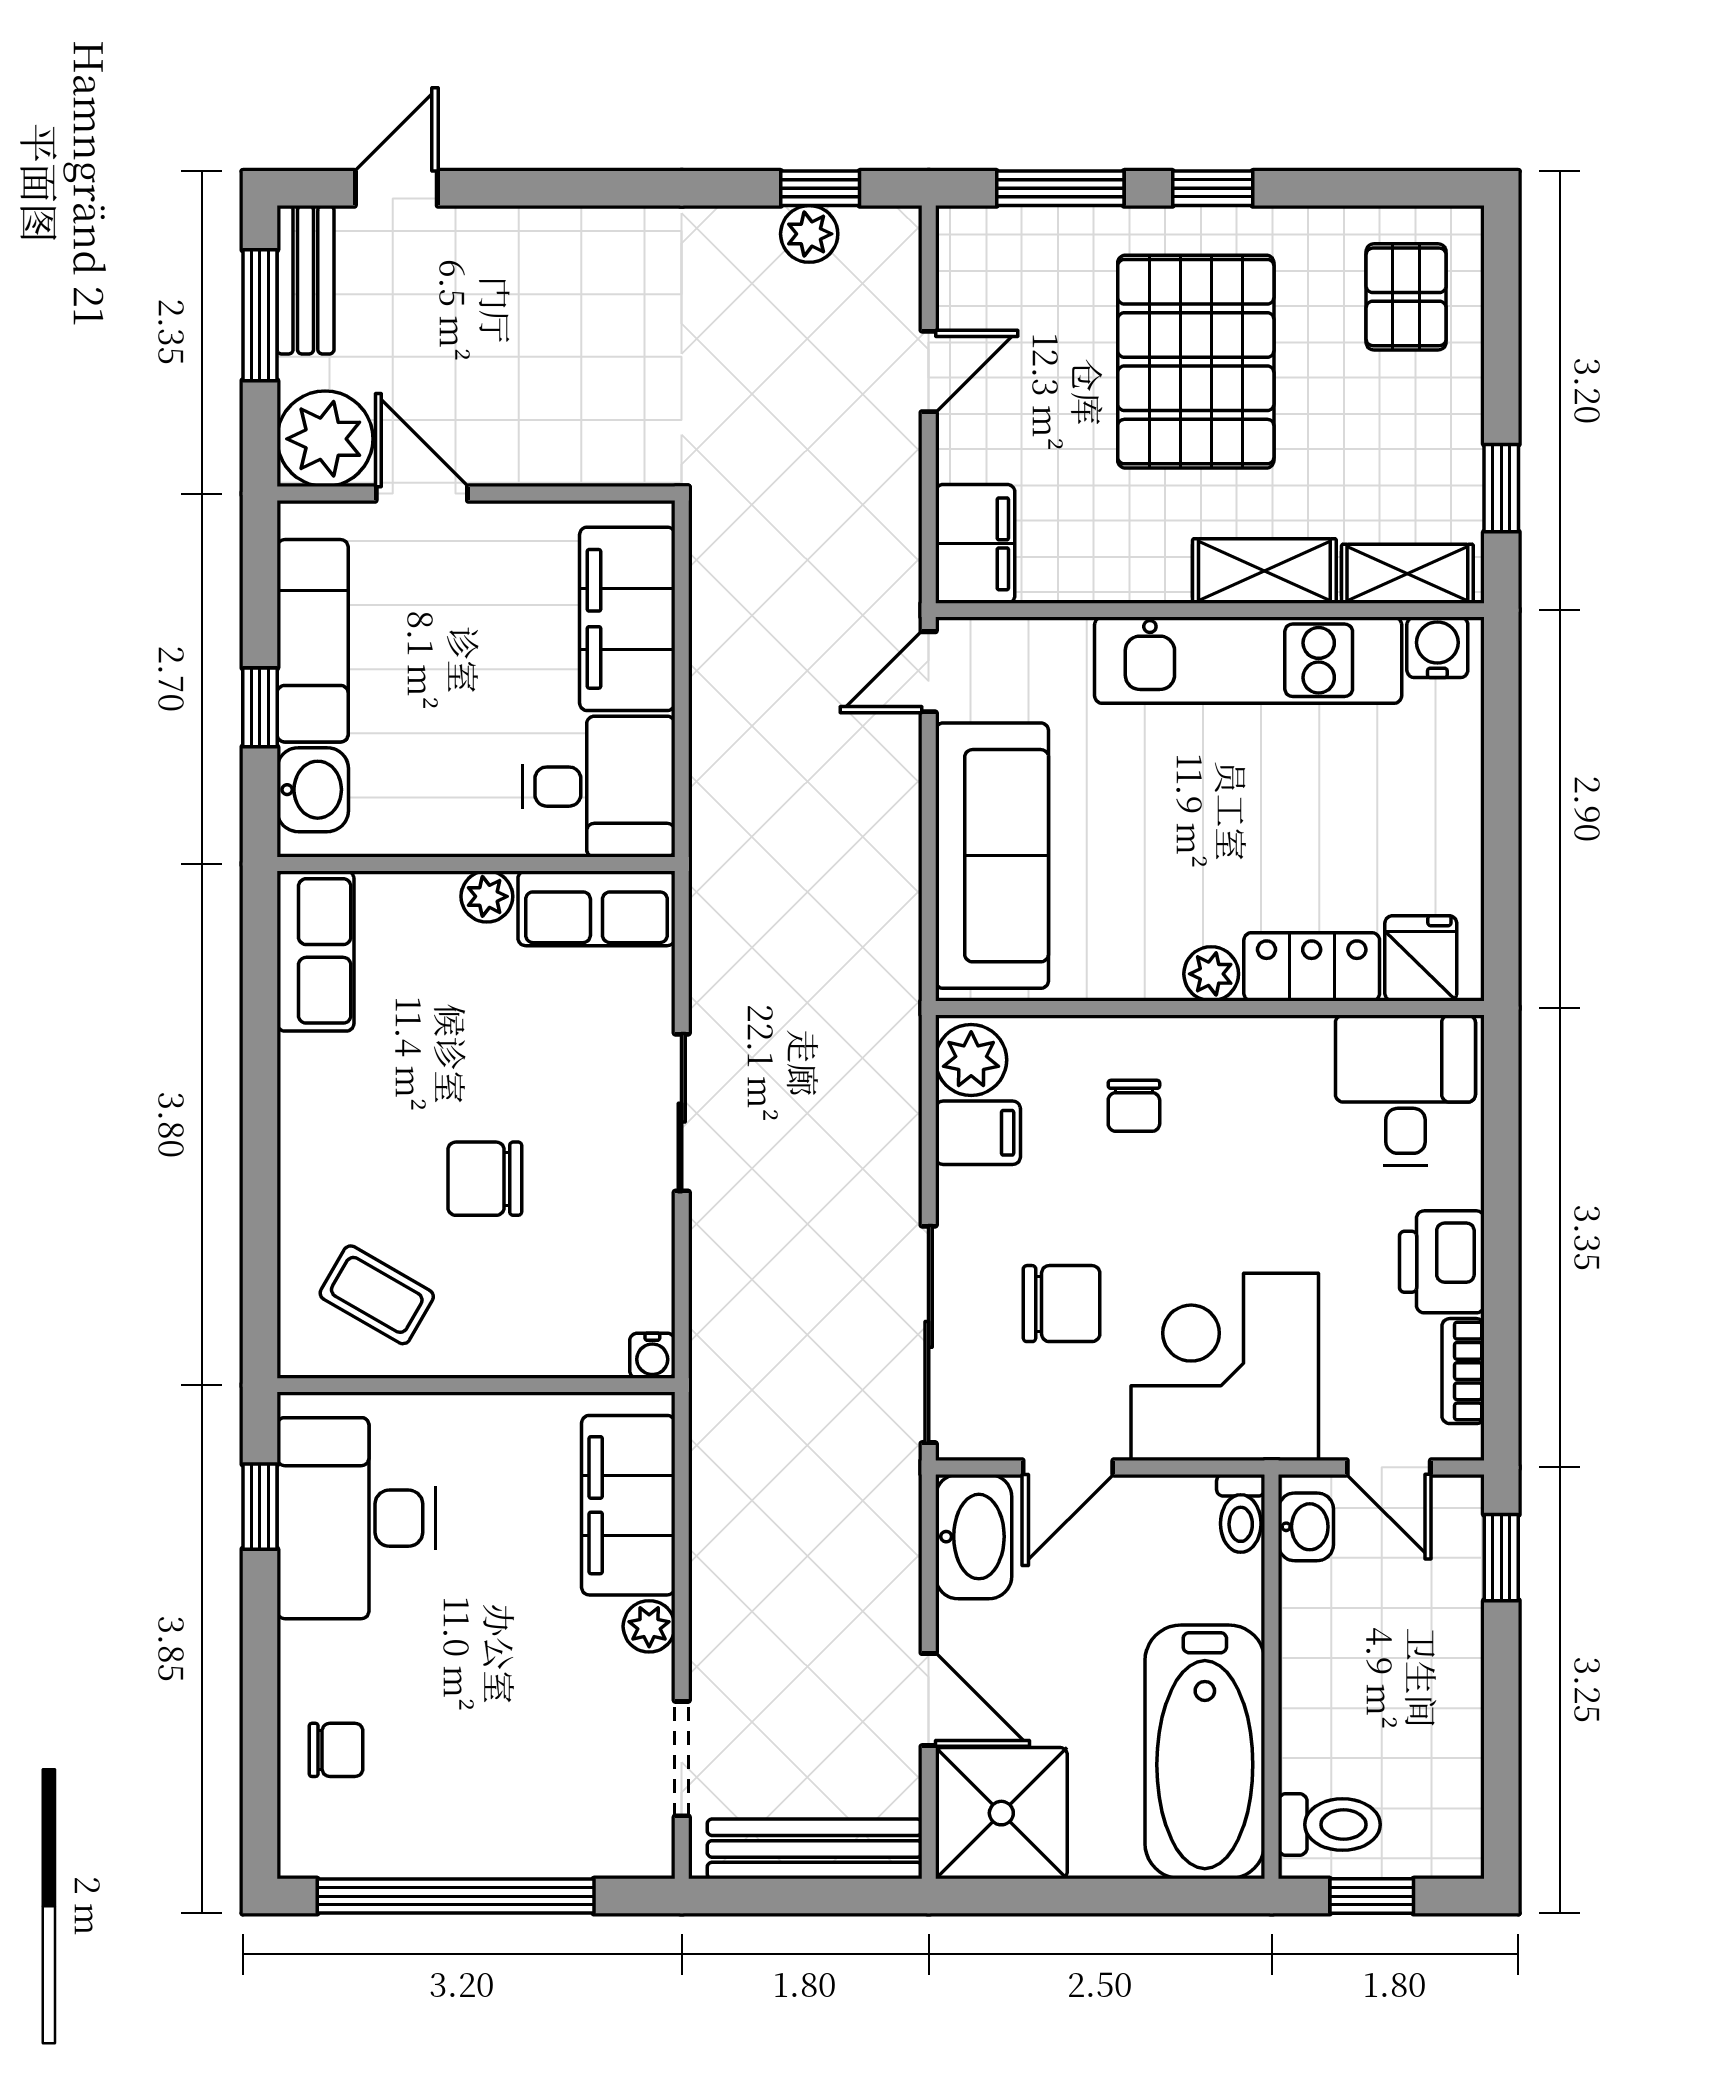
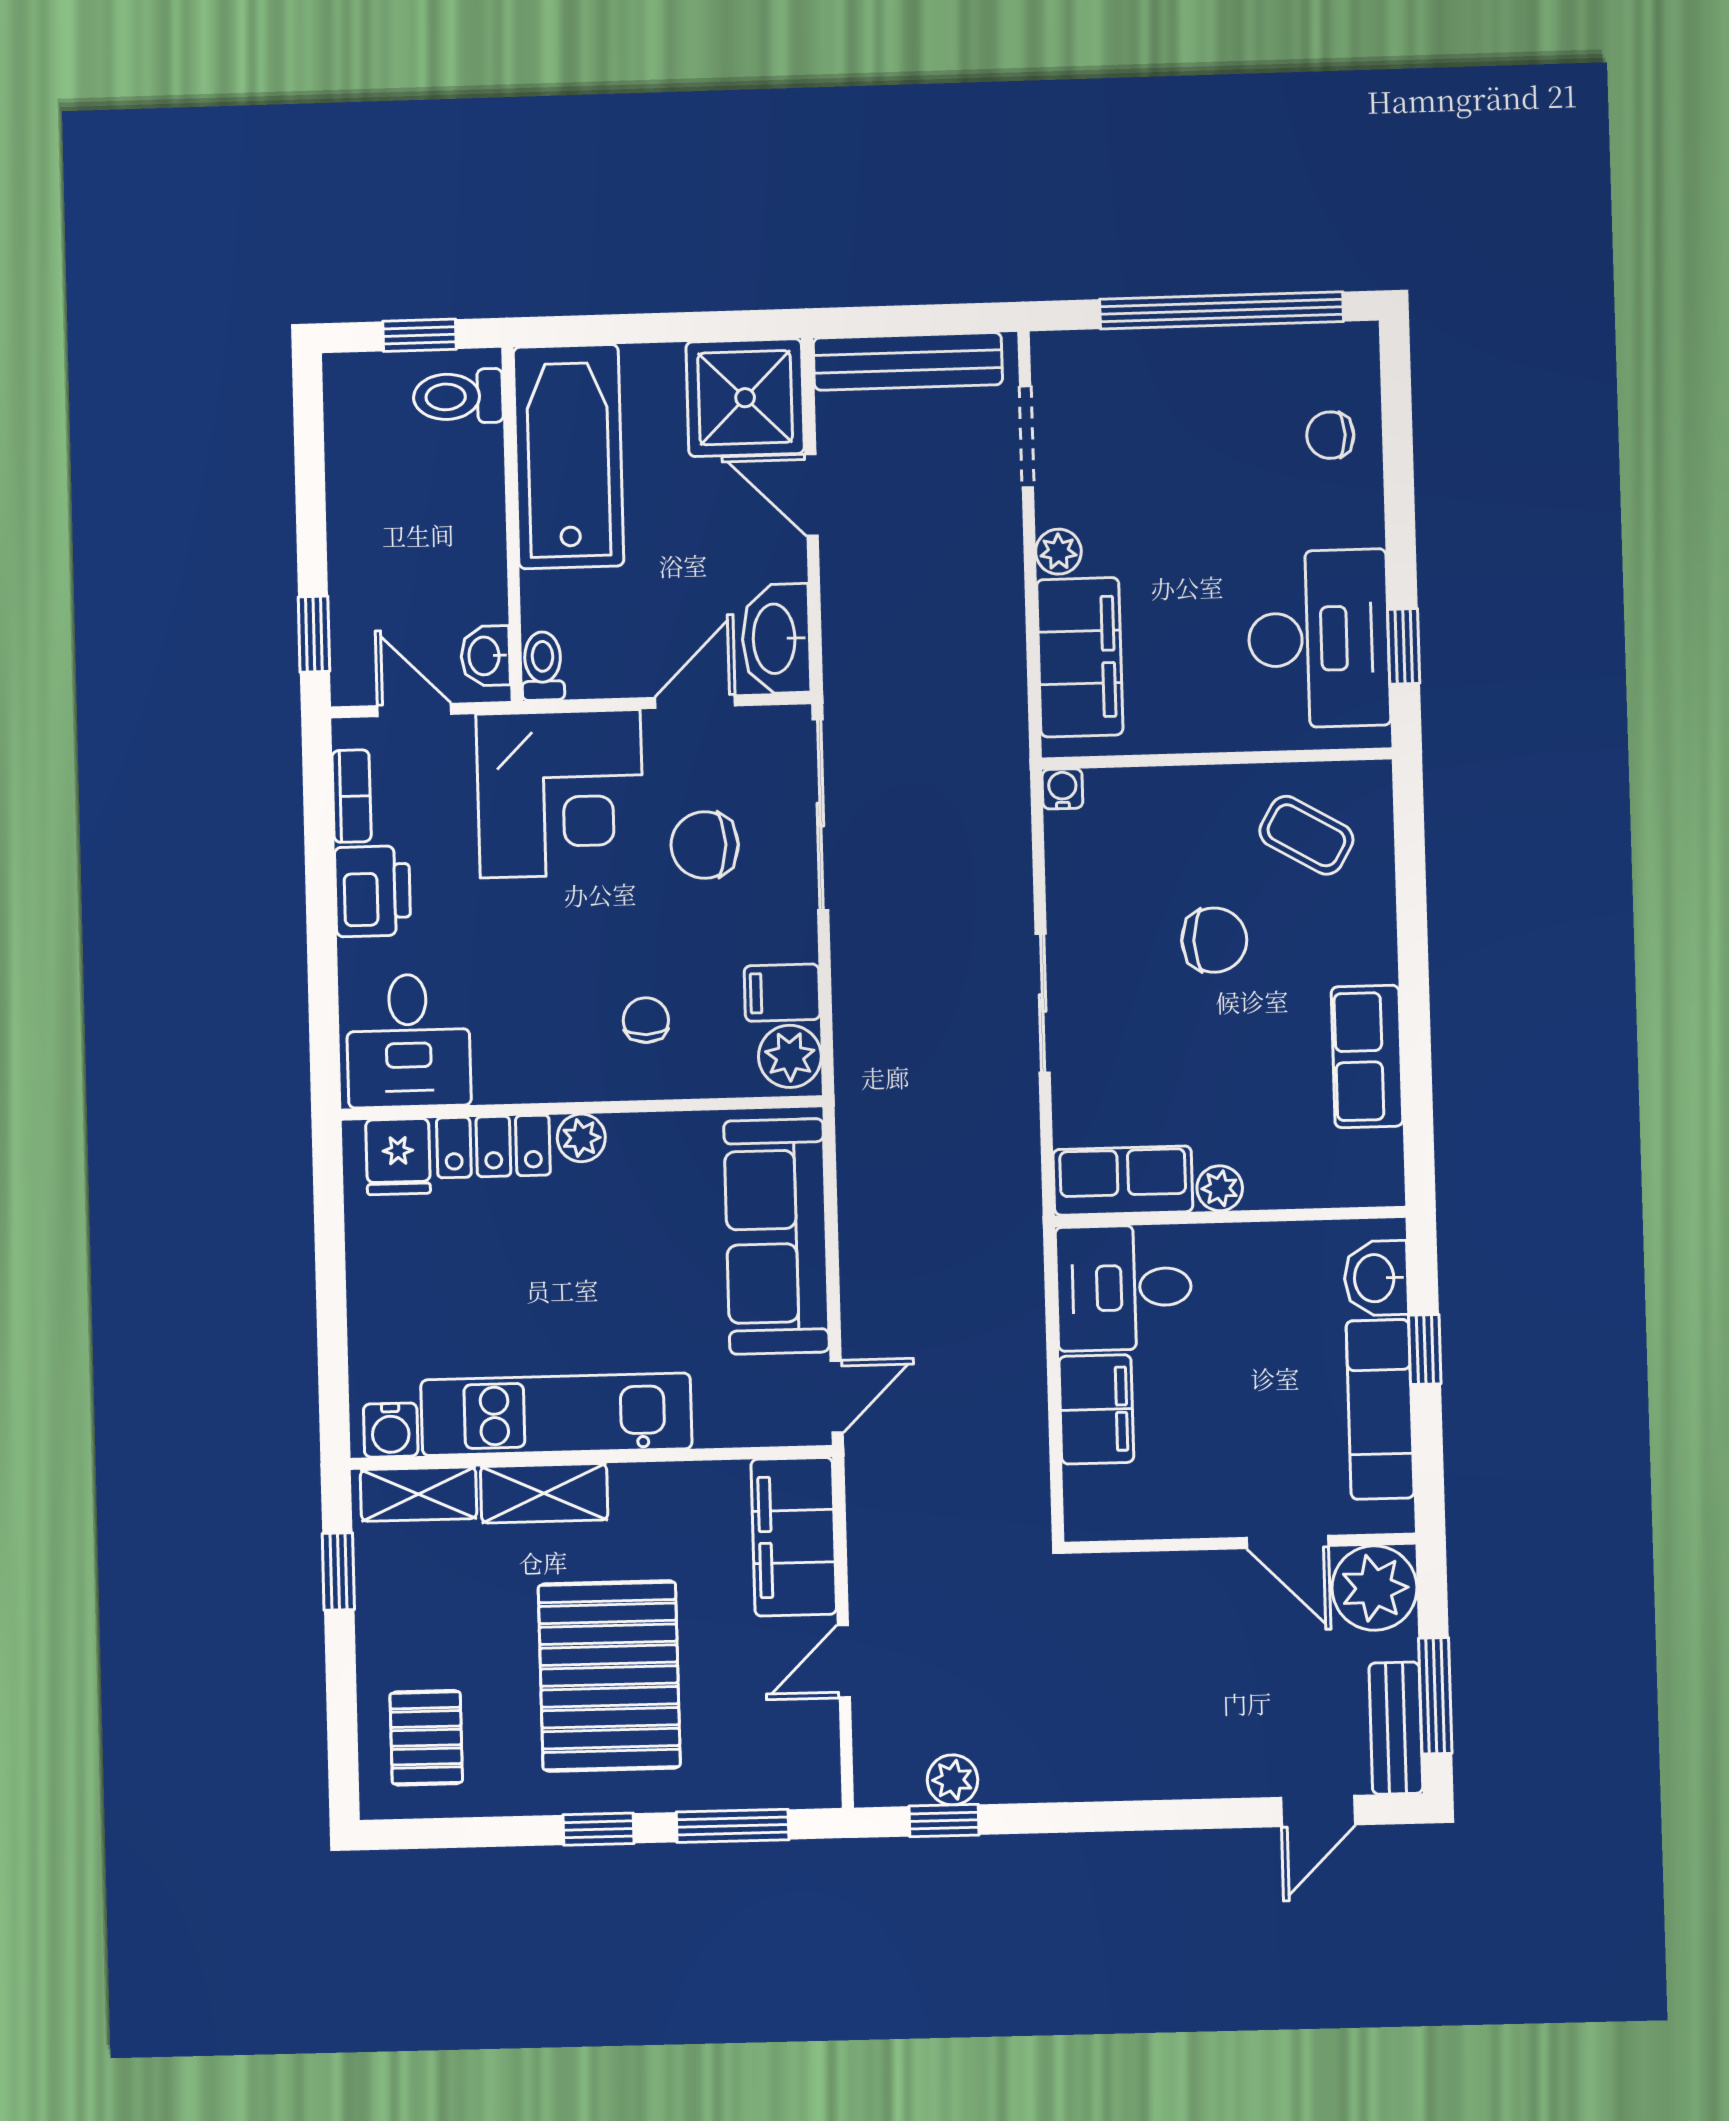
filing cabinet: (975, 544) -> (794, 1537), width x1.50, depth x1.17
filing cabinet: (627, 619) -> (1096, 1409), width x0.67, depth x0.86
row of seats: (315, 951) -> (1367, 1056), moved

